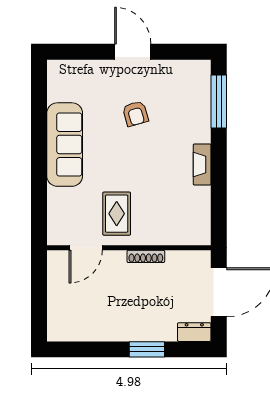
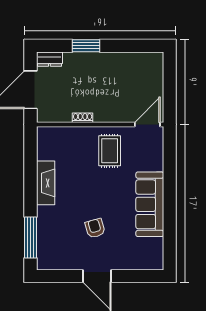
fireplace: (202, 165) -> (46, 183), width x1.37, depth x1.32
door: (86, 248) -> (147, 124), moved
shoe rack: (146, 256) -> (83, 118), width x0.70

